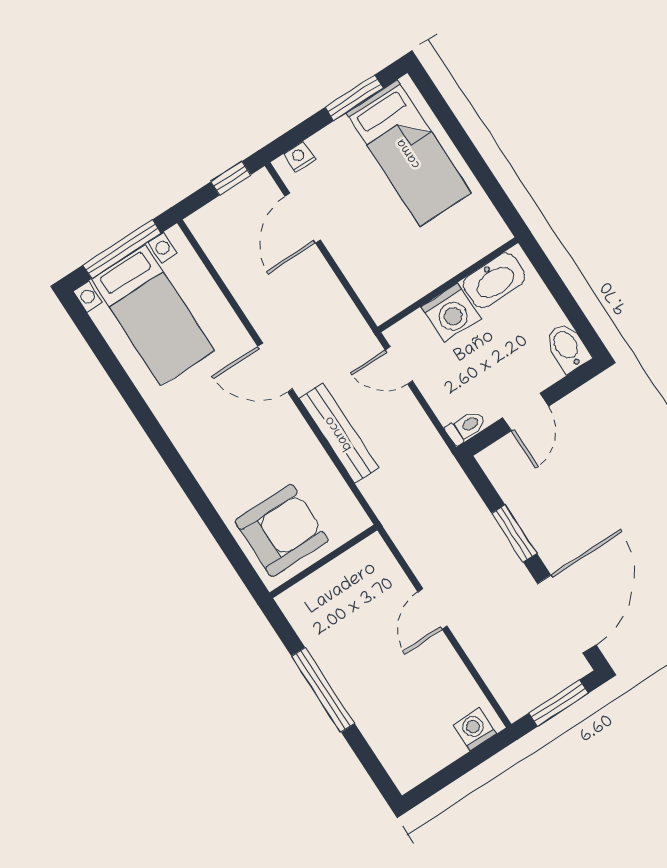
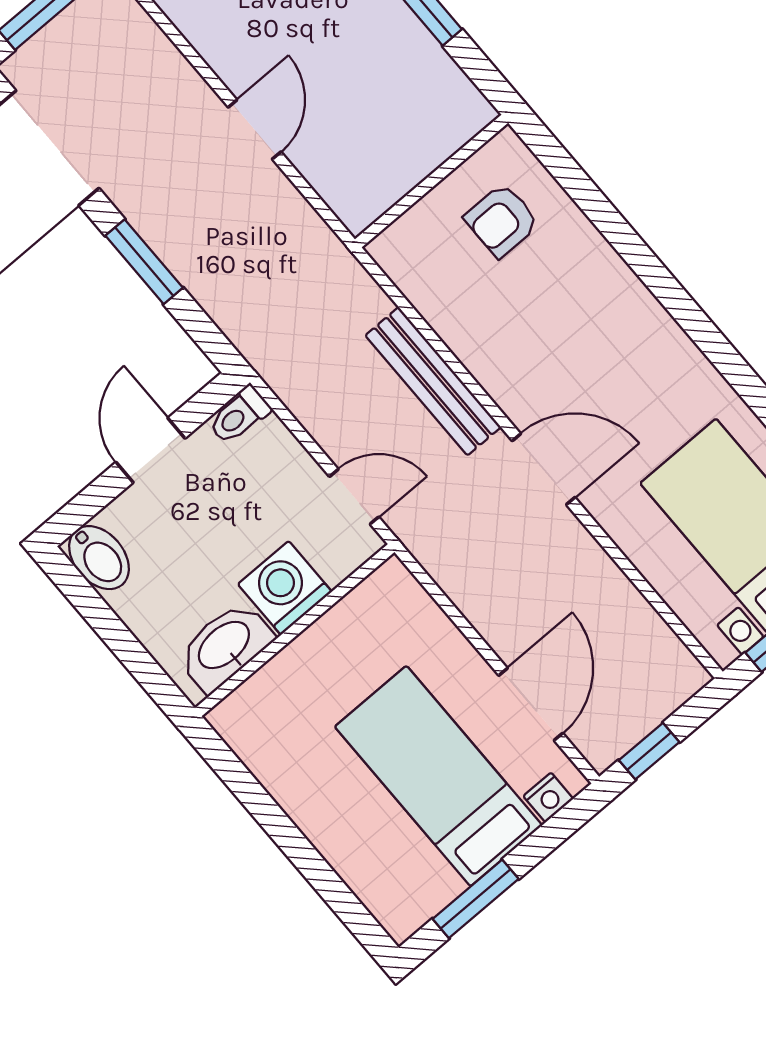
bed: (409, 153) -> (438, 776), moved
armchair: (282, 530) -> (502, 220), width x0.53, depth x0.53

